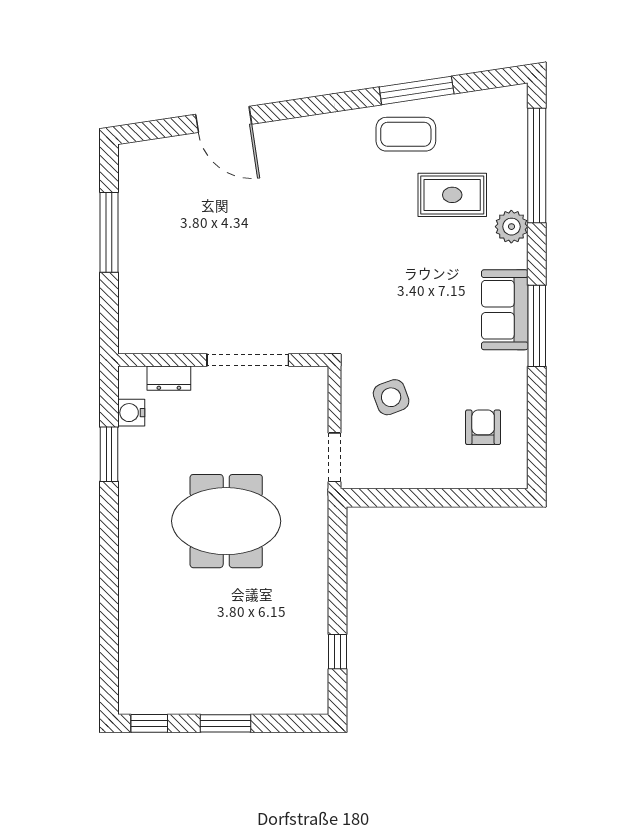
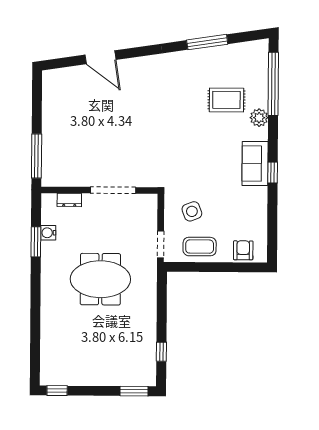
coffee table: (406, 134) -> (200, 247), moved
window: (109, 232) -> (37, 156), moved
window: (537, 326) -> (273, 173), width x0.46
water cooler: (131, 413) -> (48, 233), moved
armchair: (483, 427) -> (243, 250), moved
window: (225, 723) -> (134, 391), moved

